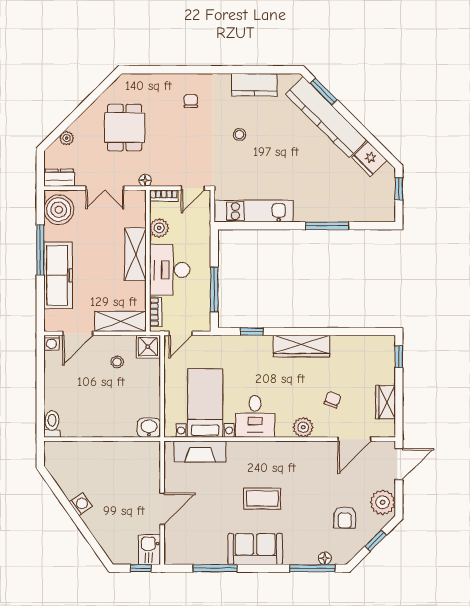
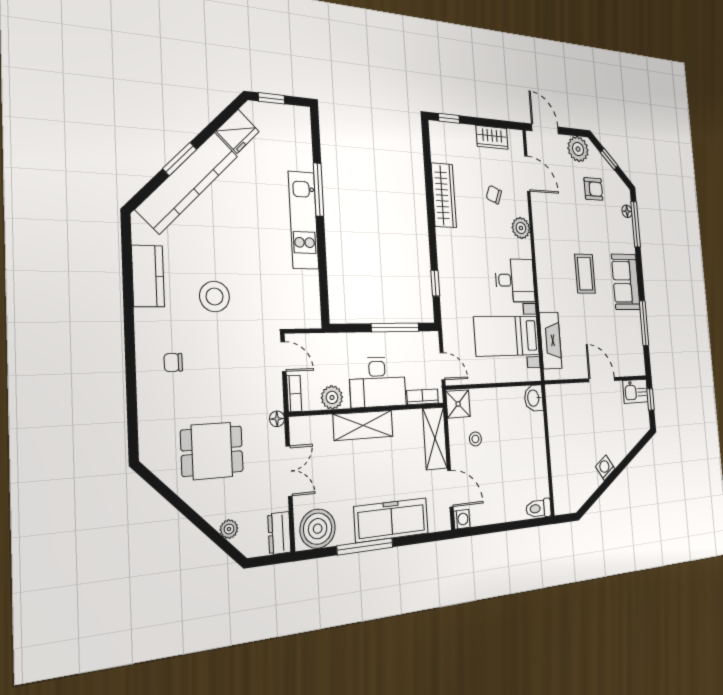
window: (324, 92) -> (180, 159), moved
stool: (240, 135) -> (215, 296), width x1.89, depth x1.89
kitchen unit: (254, 211) -> (303, 220), moved
wardrobe: (301, 346) -> (444, 195), moved

